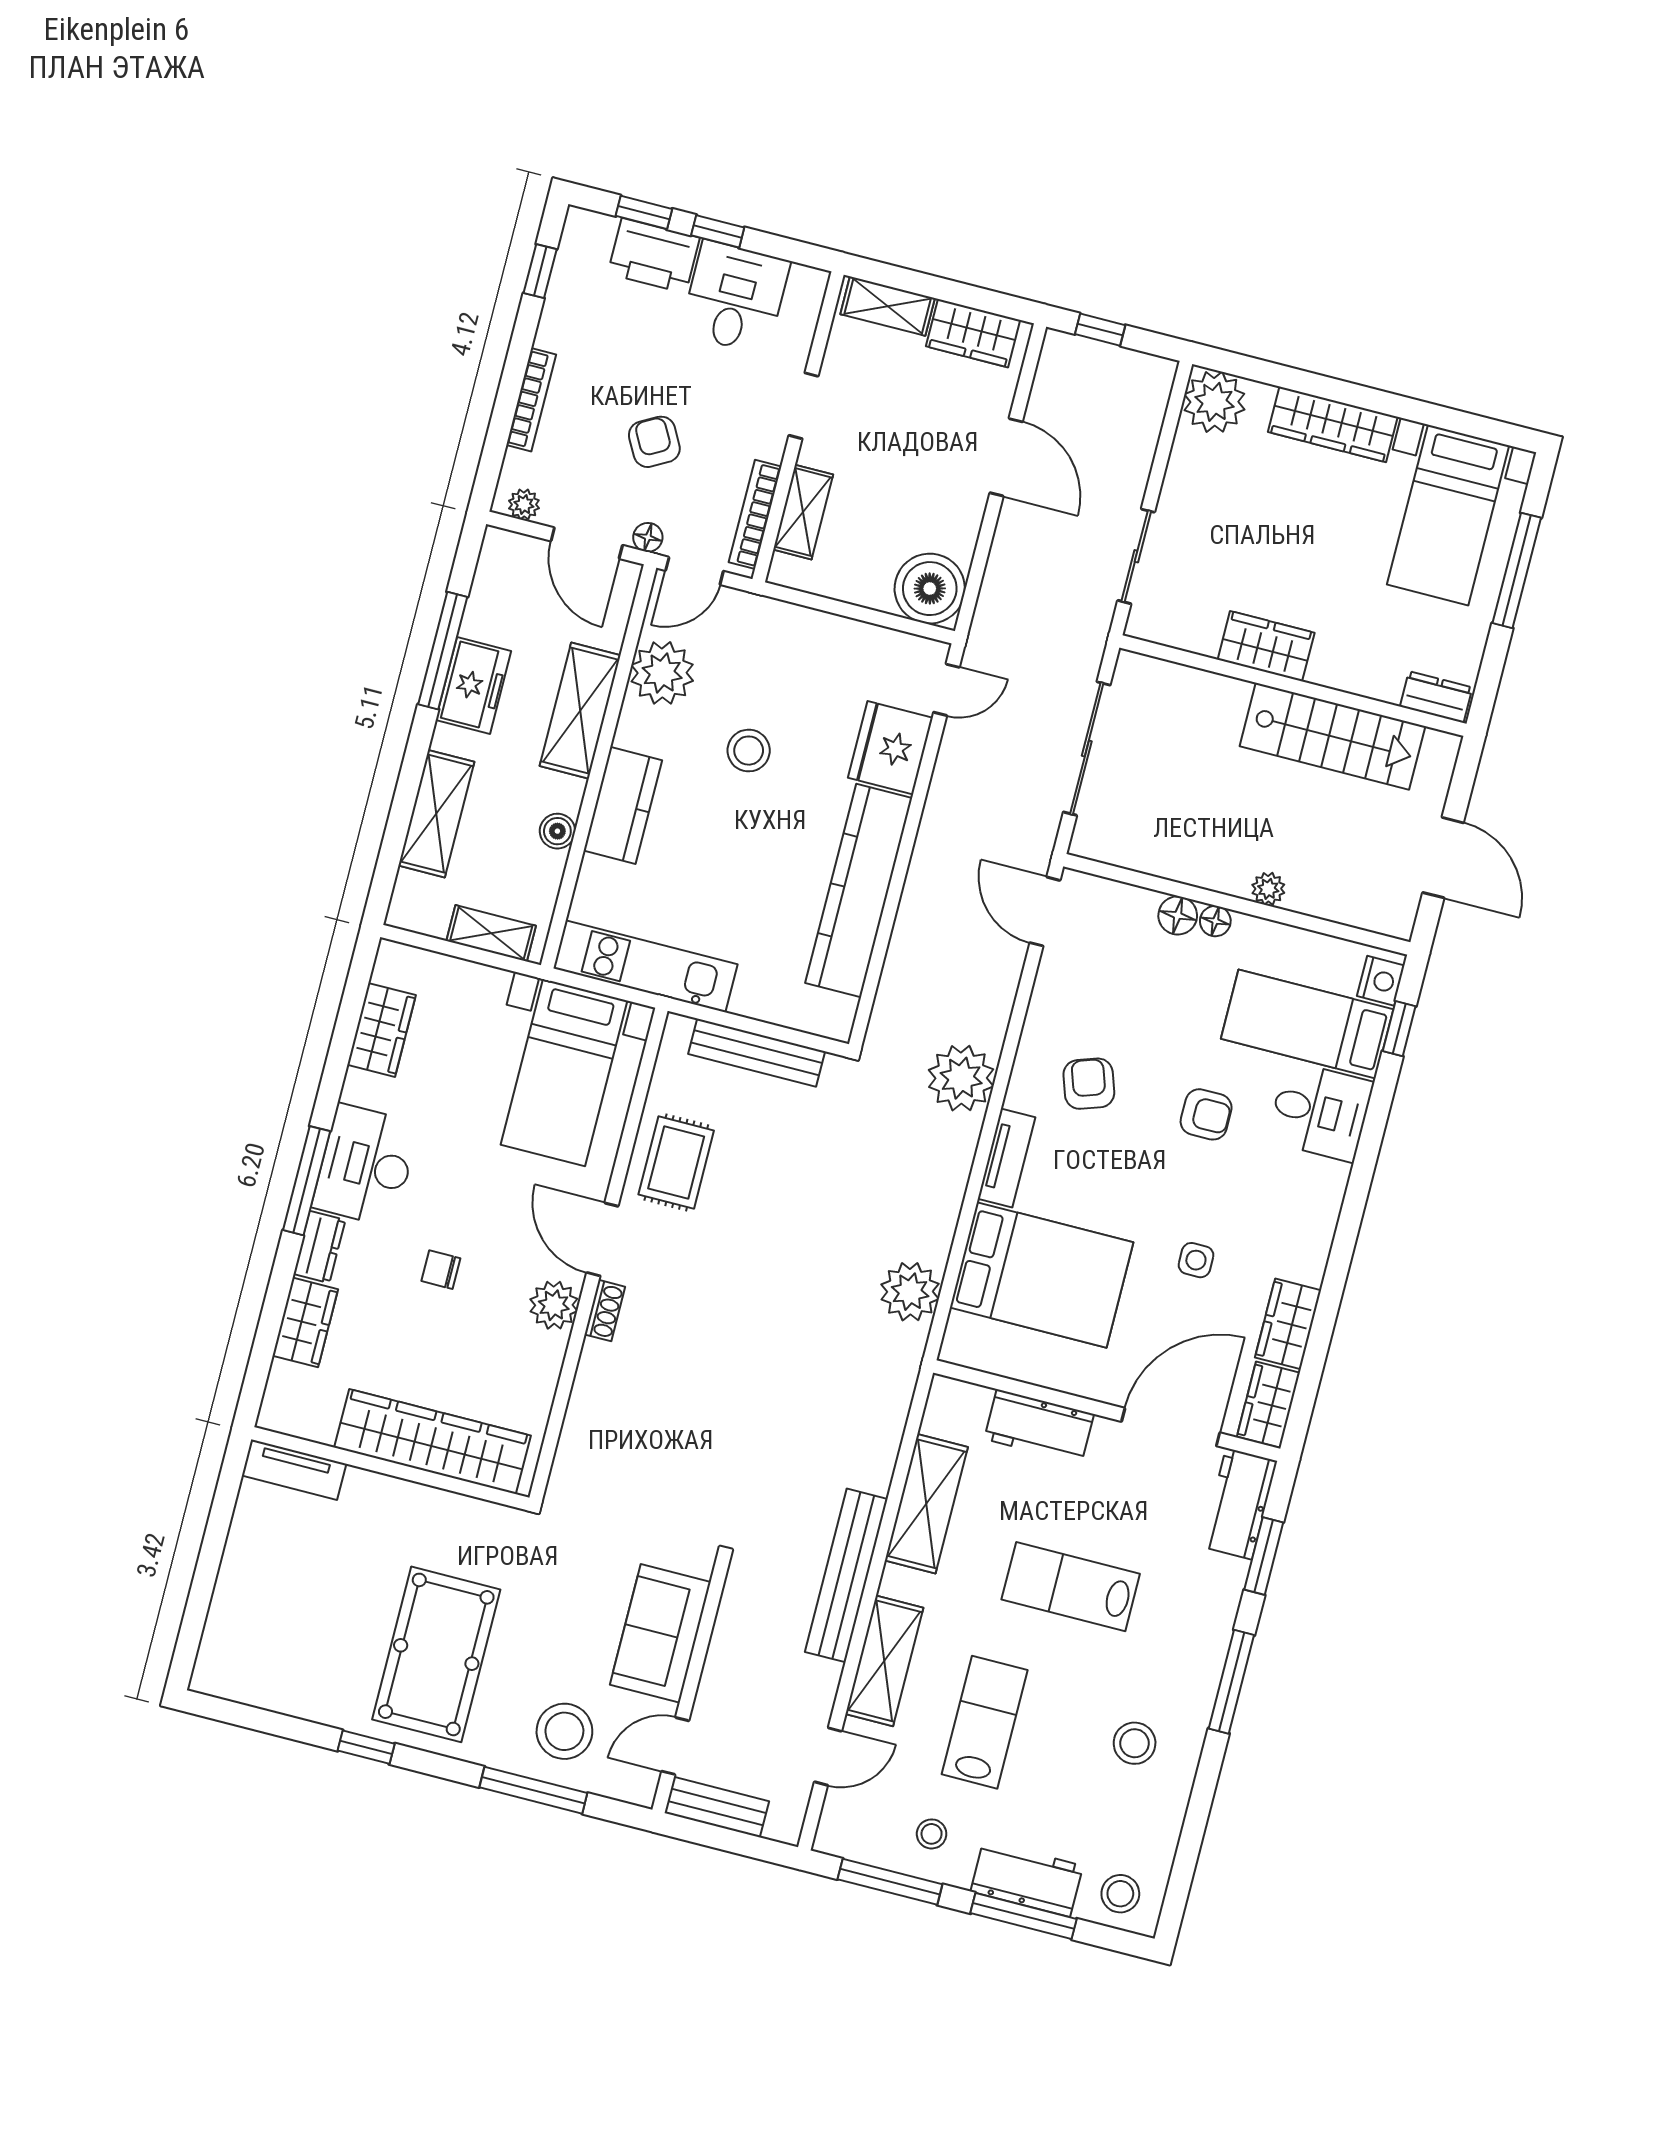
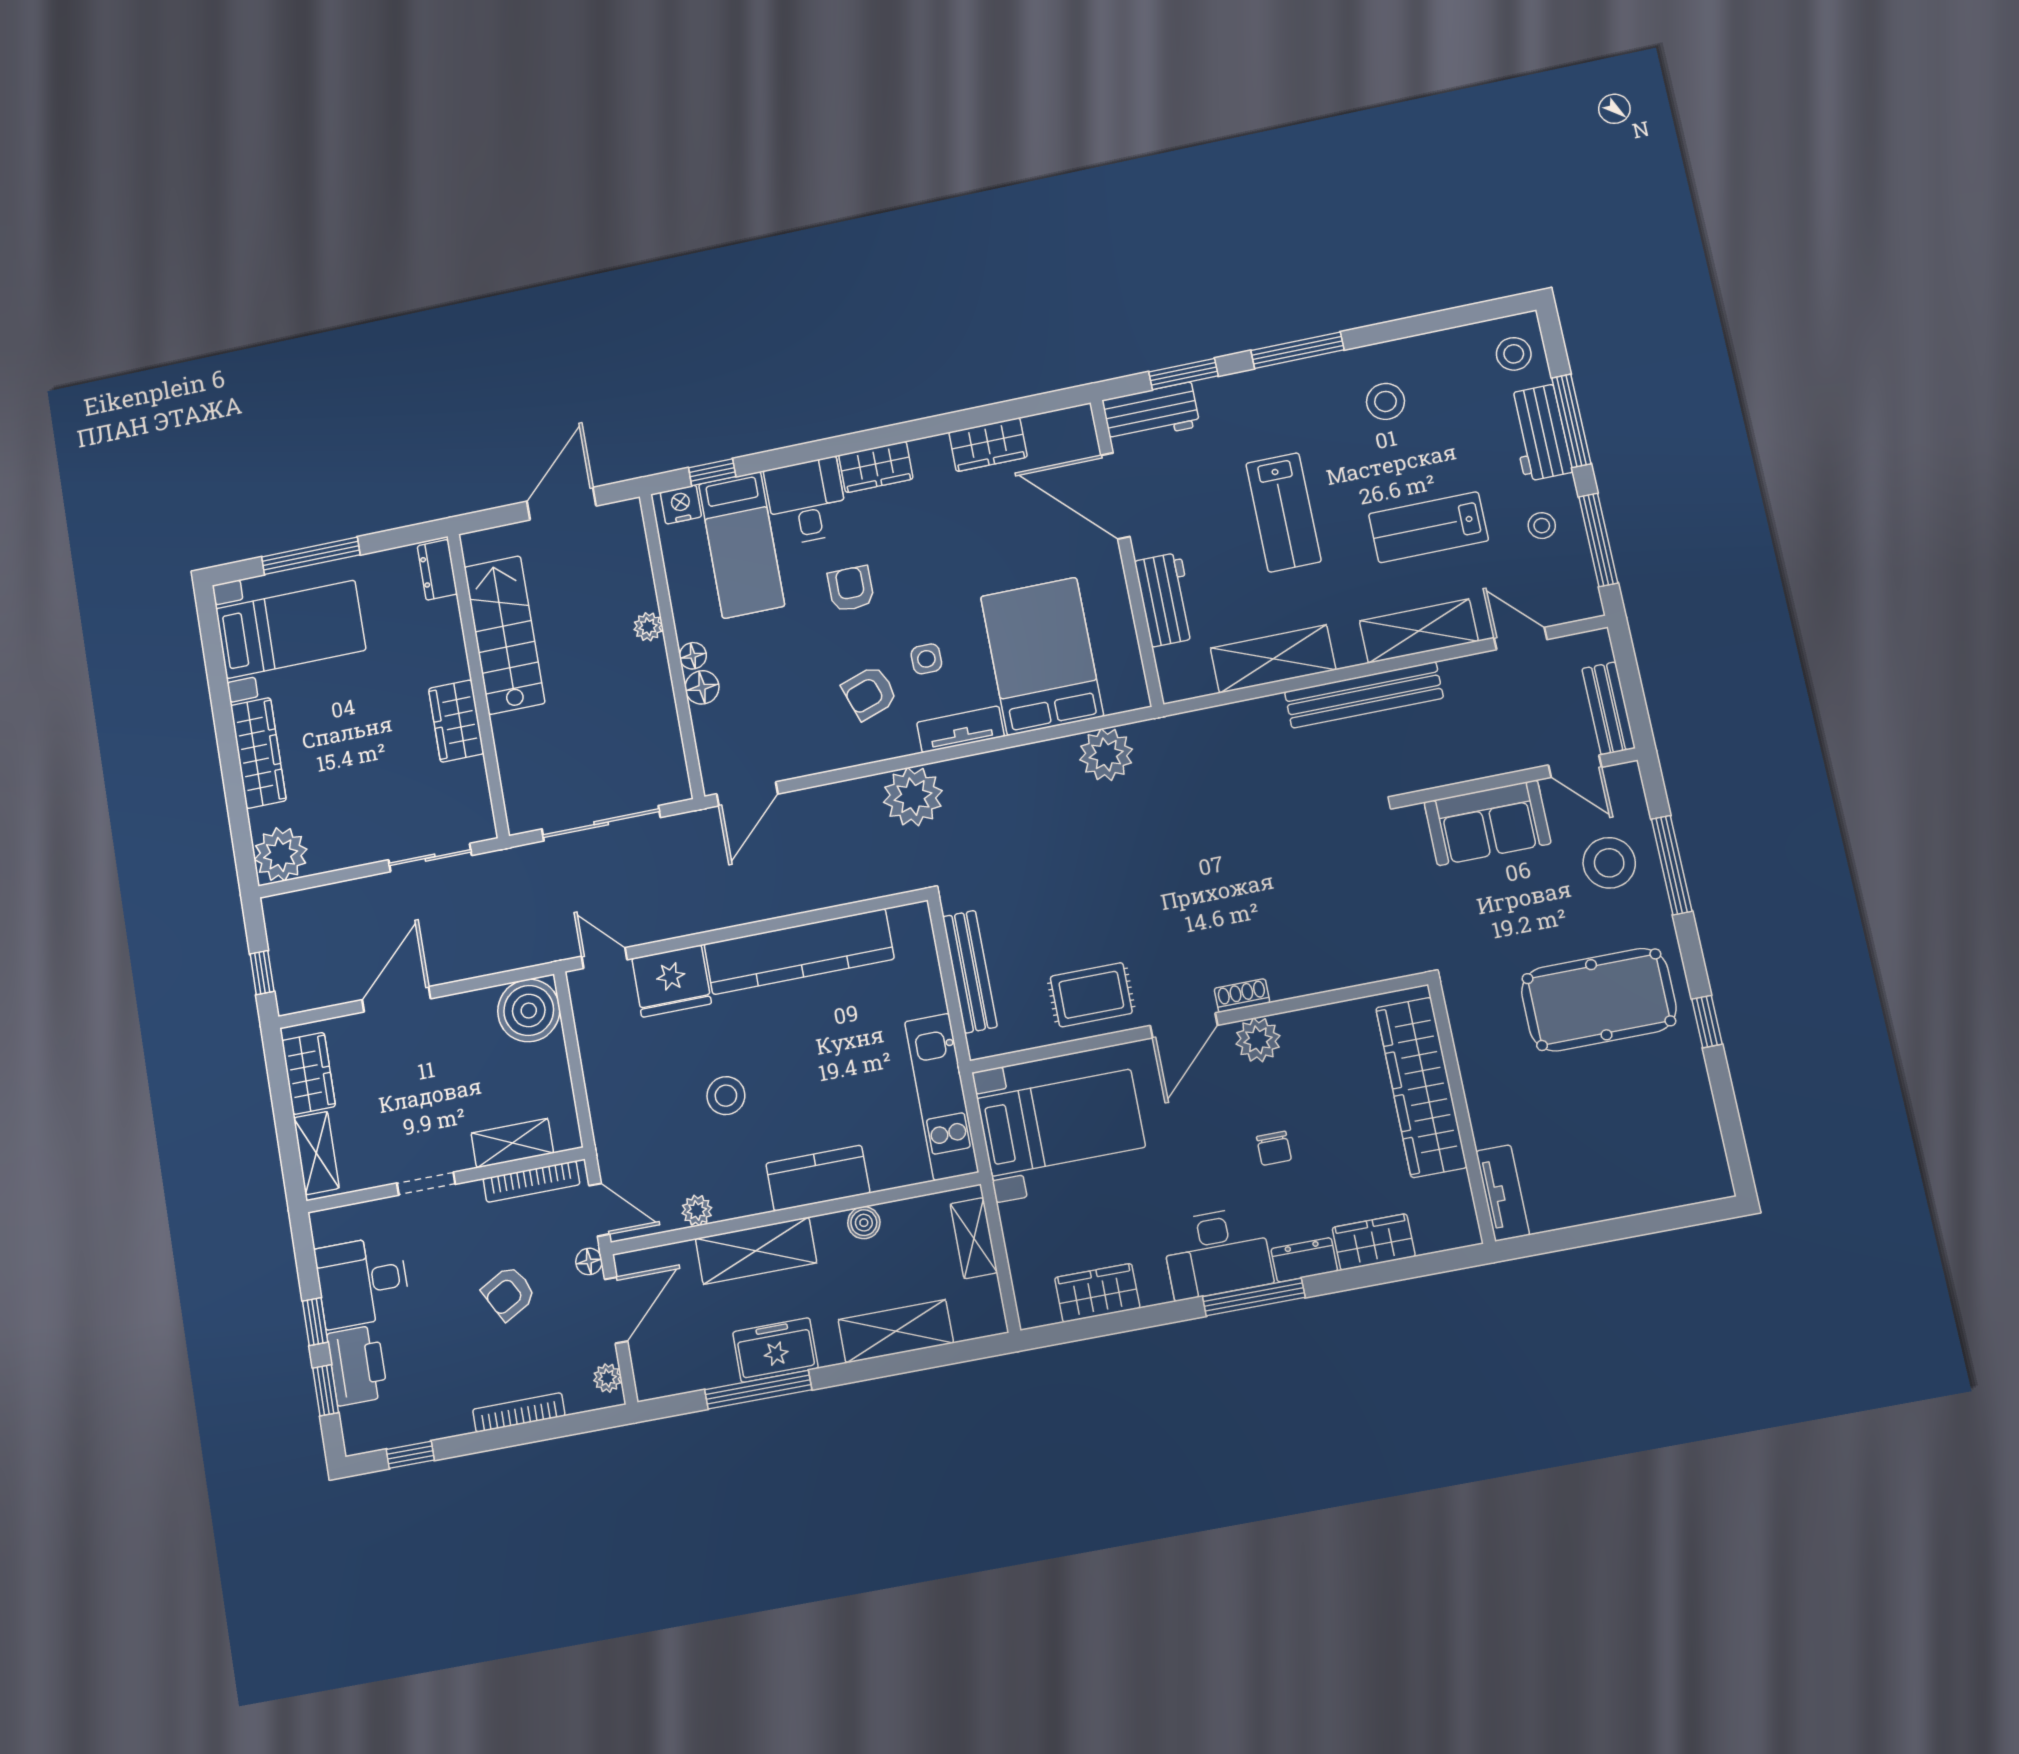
plant: (662, 673) -> (697, 1210), width x0.53, depth x0.53
side table: (1196, 1260) -> (926, 659), moved
wardrobe: (1268, 1405) -> (876, 467), moved

